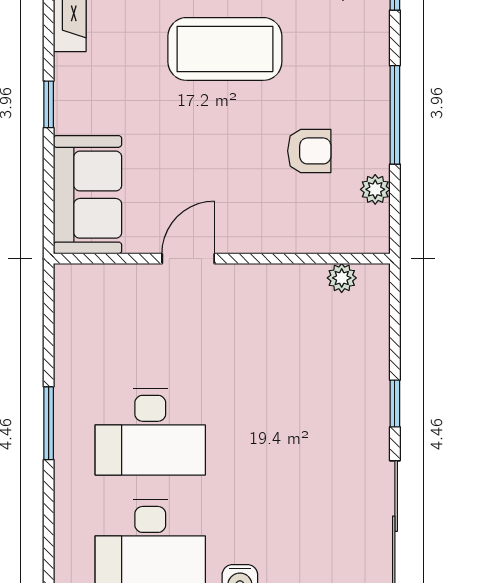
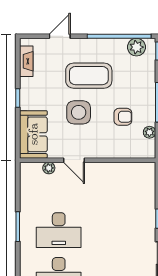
side table: (200, 140) -> (79, 112), added
door: (188, 259) -> (74, 160), swing flipped
plant: (342, 278) -> (49, 168), moved

